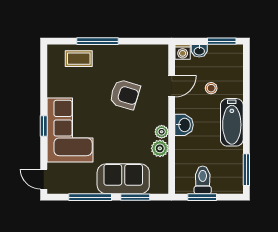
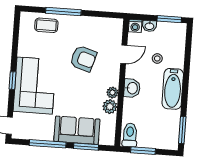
toilet: (203, 180) -> (130, 135), moved

